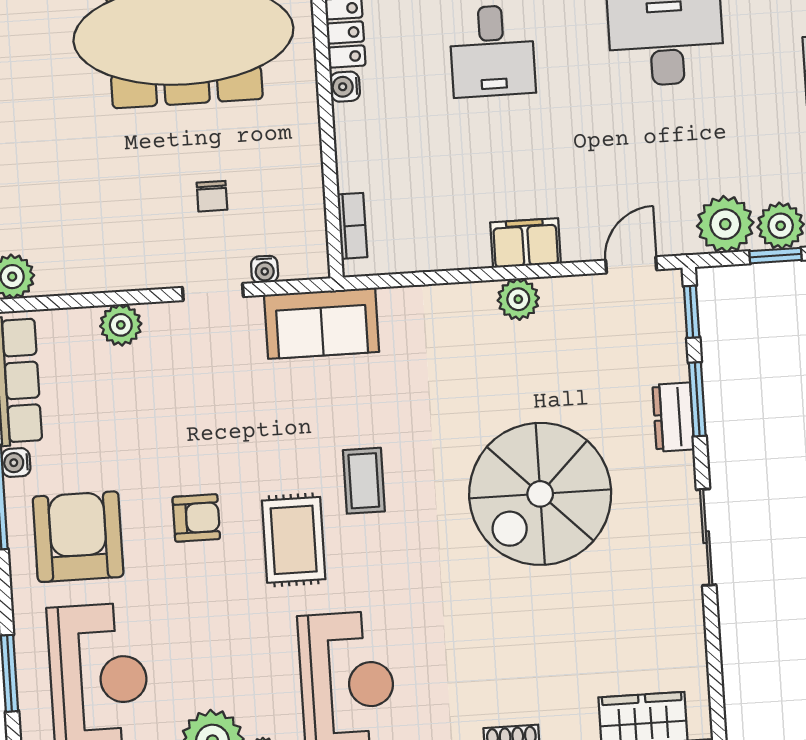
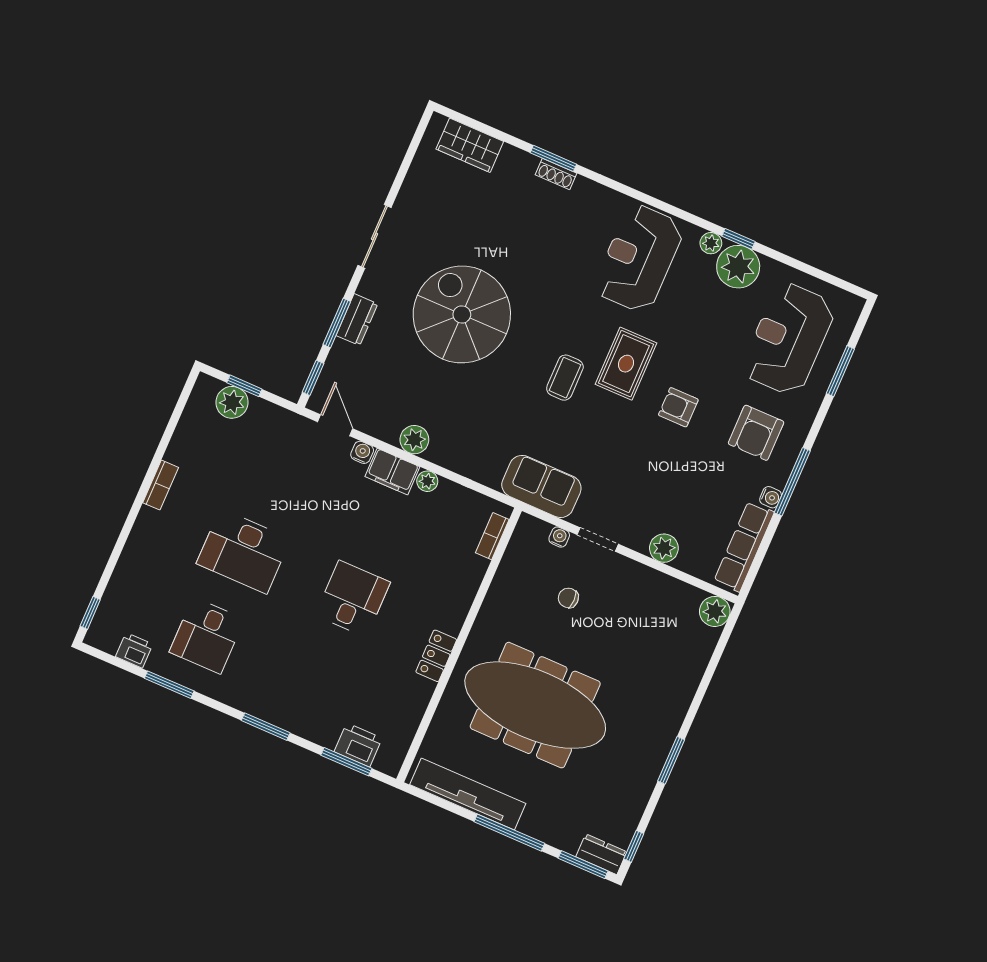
water cooler: (345, 87) -> (362, 452), moved, turned -90
chair: (212, 196) -> (568, 598), turned -90
plant: (725, 224) -> (427, 481), moved, width x0.53, depth x0.53
door: (631, 265) -> (335, 425), swing flipped
spiral stairs: (540, 494) -> (462, 314), turned -90
armchair: (78, 537) -> (756, 433), width x0.73, depth x0.73

